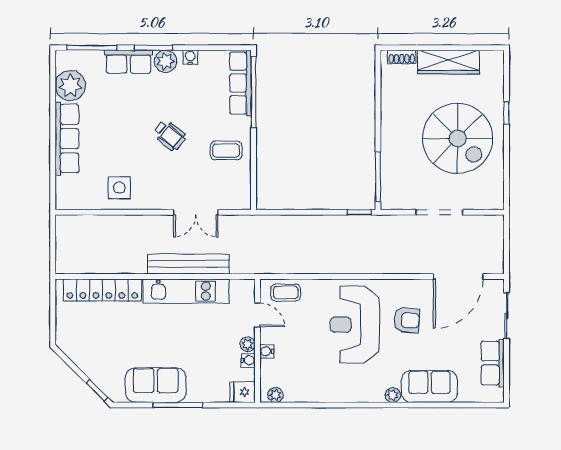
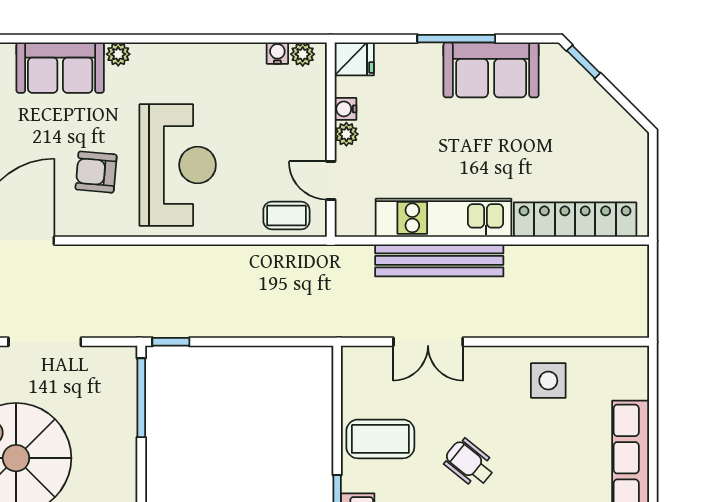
coffee table: (226, 151) -> (380, 439), width x1.36, depth x1.30
double door: (196, 212) -> (428, 342), swing flipped
water cooler: (267, 351) -> (277, 53), moved, turned -90

